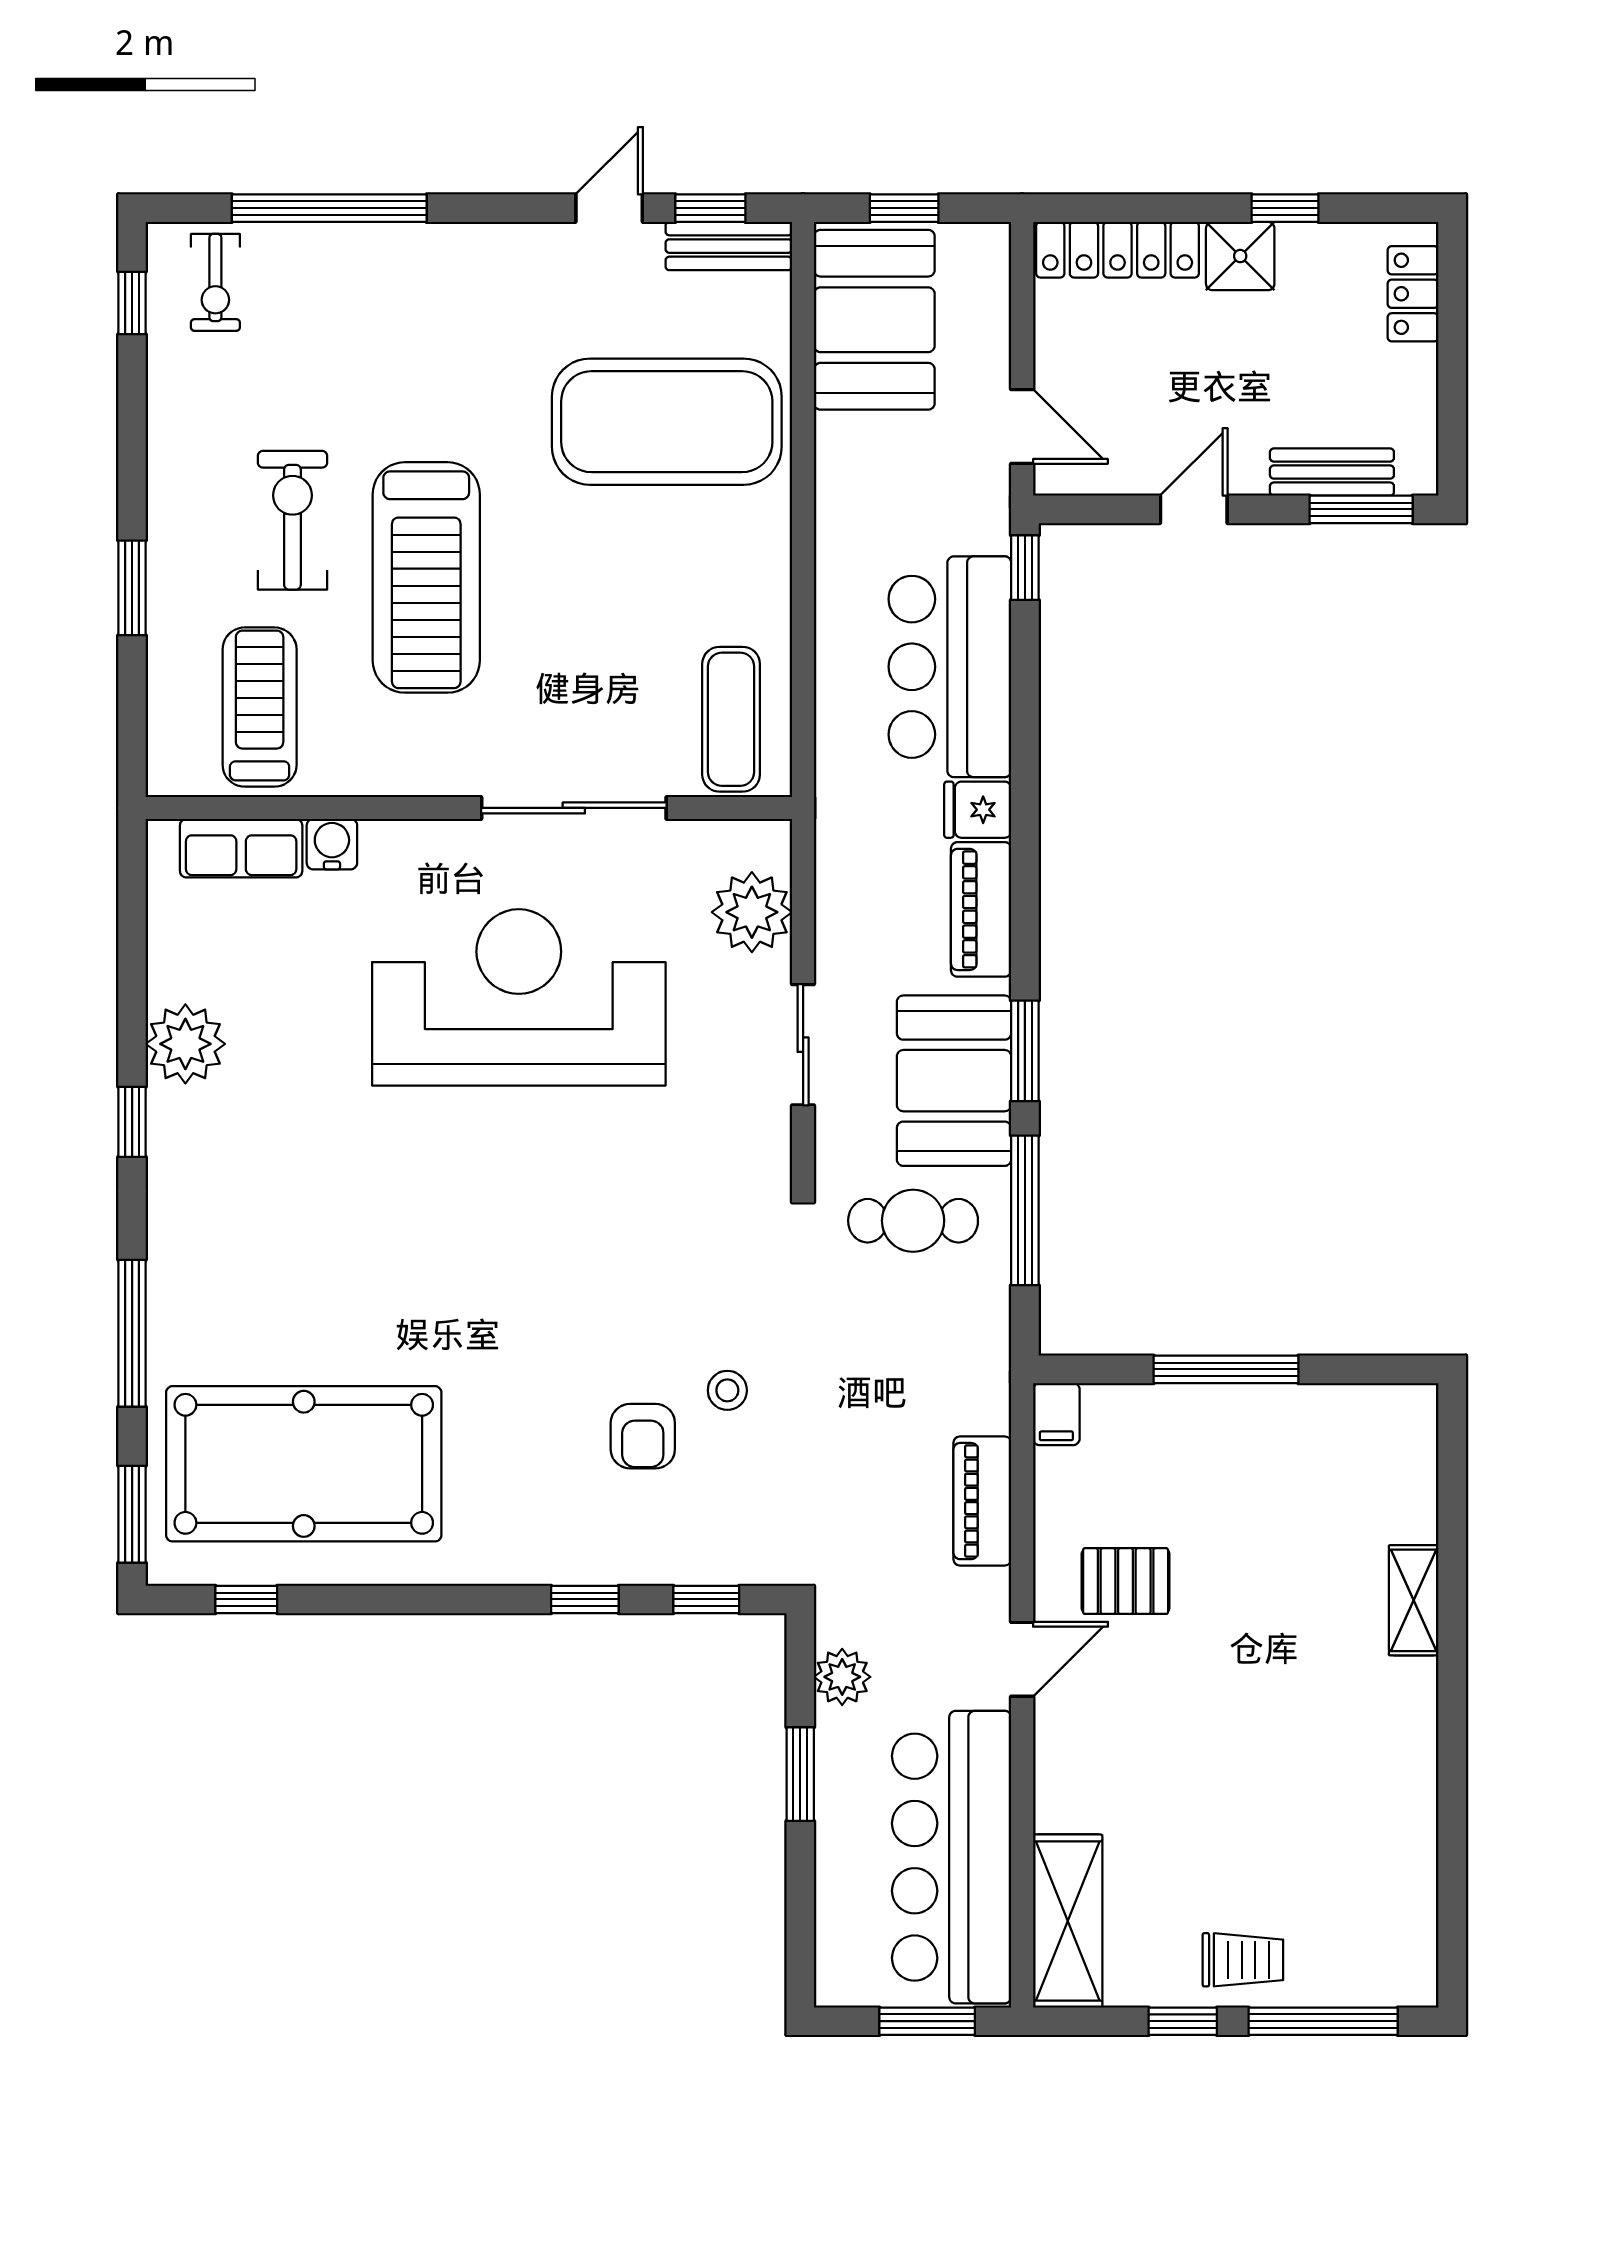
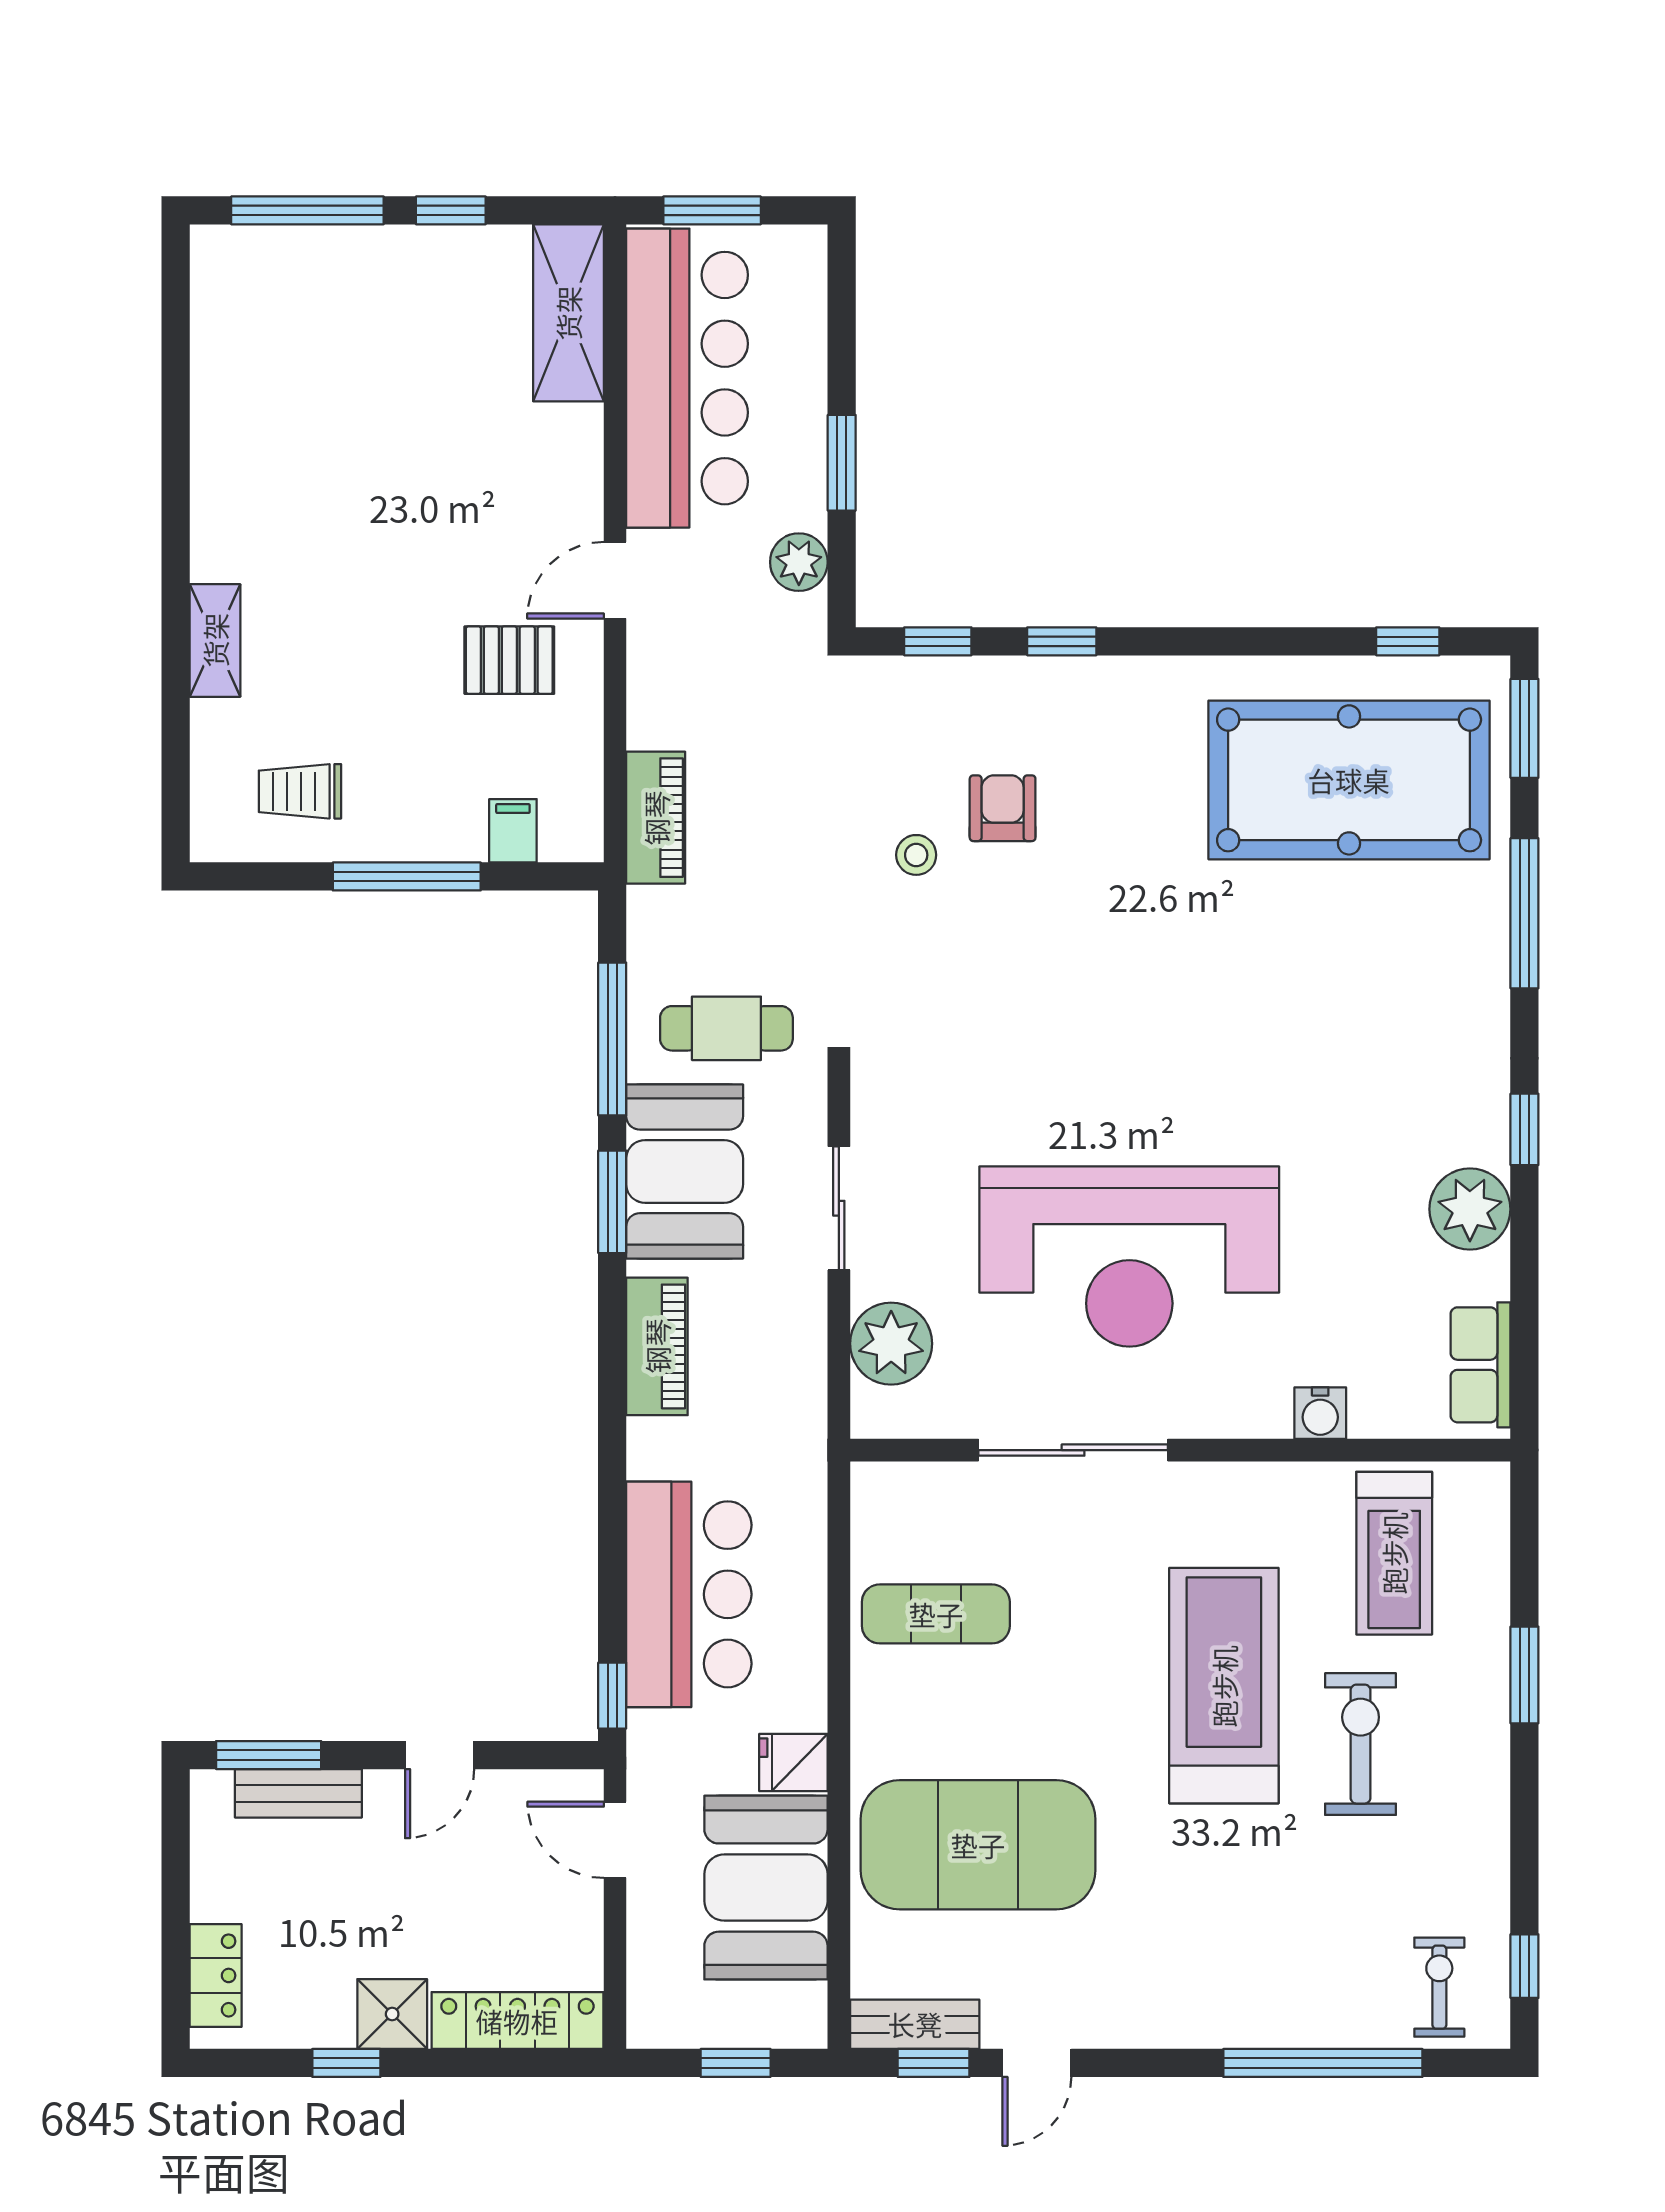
booth: (874, 320) -> (766, 1888), moved
exercise bike: (292, 520) -> (1361, 1744), turned 180
exercise mat: (731, 719) -> (936, 1614), moved, turned 90
fridge: (978, 810) -> (793, 1763), moved, turned 180
row of seats: (241, 848) -> (1481, 1365), moved, turned -90
filing cabinet: (1056, 1414) -> (513, 831), moved
piano: (982, 1501) -> (656, 818), moved
trolley: (1243, 1960) -> (300, 791), moved

